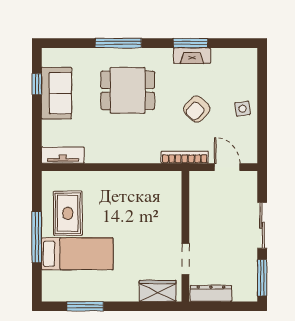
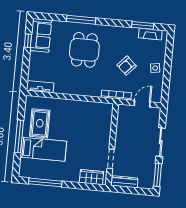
window: (190, 43) -> (143, 25), moved
fireplace: (192, 56) -> (150, 34), moved
dining table: (128, 90) -> (84, 50), turned 90
sofa: (56, 93) -> (41, 35), moved
door: (227, 167) -> (142, 104), hinge flipped
window: (85, 306) -> (45, 182), width x1.44

